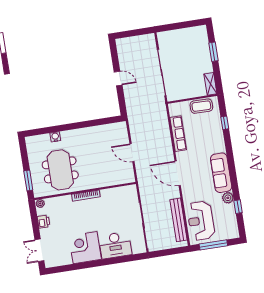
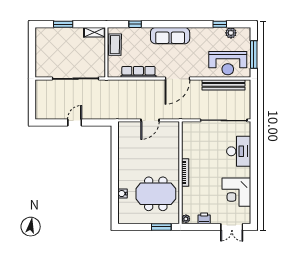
sofa: (221, 173) -> (170, 36), moved
plant: (228, 198) -> (231, 33), moved
corner desk: (85, 248) -> (236, 192), moved

